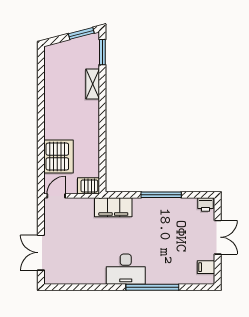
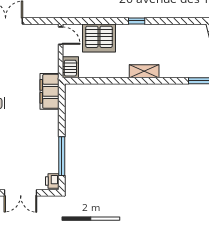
shelving: (93, 84) -> (144, 71), moved
window: (41, 118) -> (137, 21), added
window: (161, 195) -> (62, 156), moved

